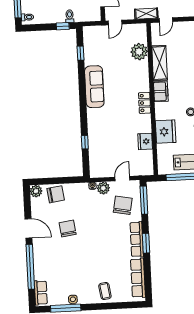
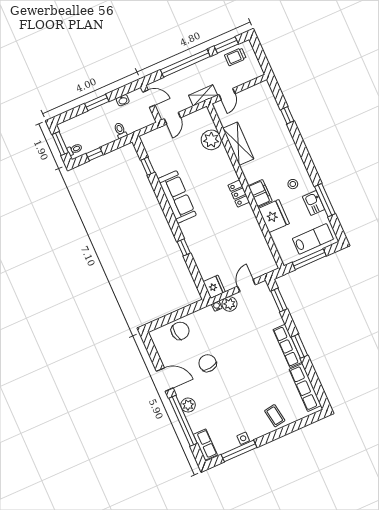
window: (63, 26) -> (95, 154), moved
filing cabinet: (161, 91) -> (260, 193), moved
fridge: (145, 141) -> (214, 287), moved, turned 180
window: (85, 142) -> (184, 247), moved
plant: (36, 191) -> (188, 405), moved
window: (144, 200) -> (279, 300), width x0.69
chair: (123, 205) -> (258, 315), removed

